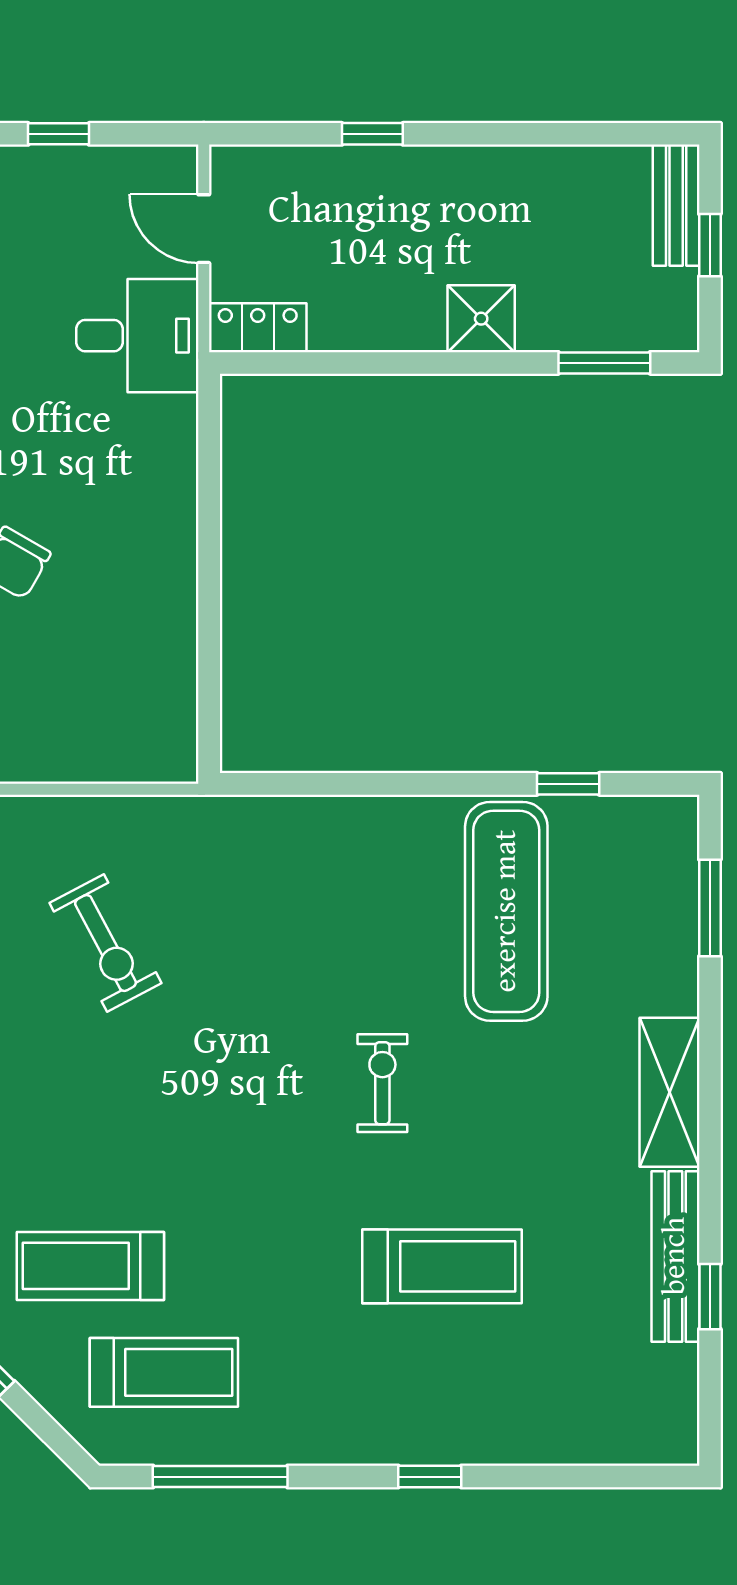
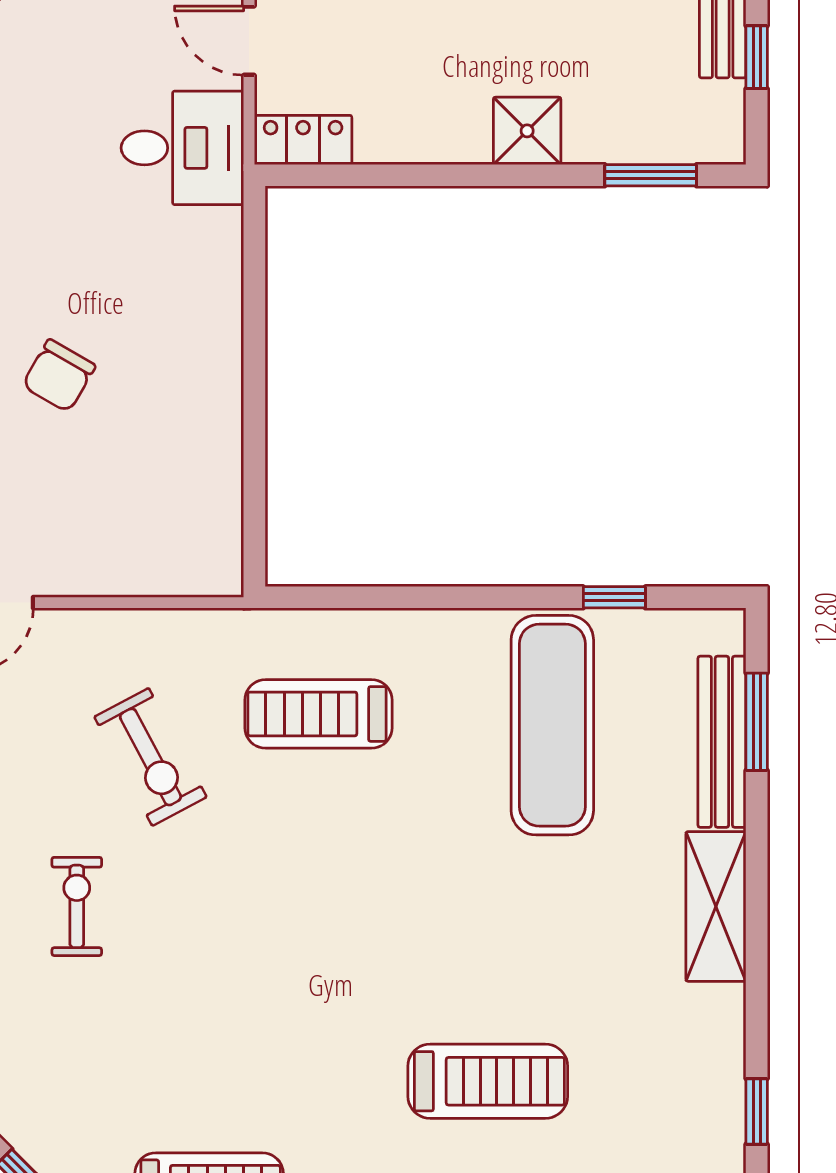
exercise bike: (382, 1083) -> (77, 906), moved
bench: (675, 1256) -> (722, 742), moved
treadmill: (90, 1266) -> (318, 714), moved

